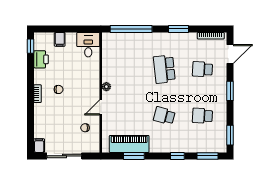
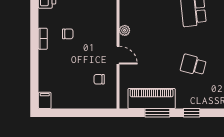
door: (101, 107) -> (118, 55), swing flipped
sliding door: (64, 156) -> (75, 113), removed
window: (177, 156) -> (192, 113), moved

